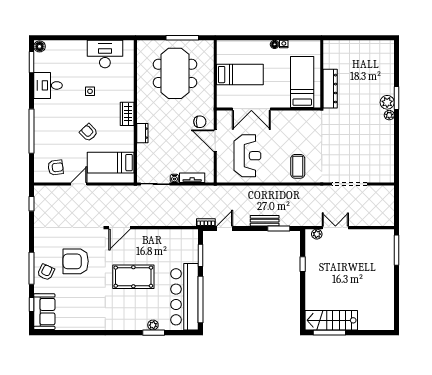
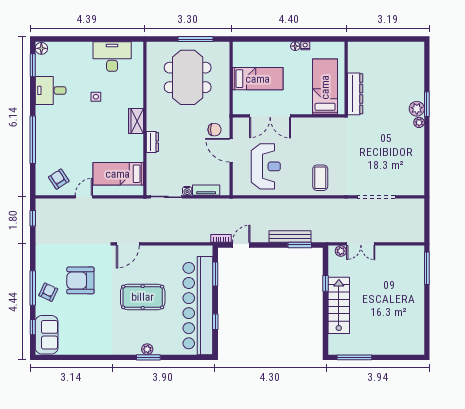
armchair: (89, 132) -> (94, 141), removed
armchair: (56, 168) -> (59, 179), turned -116
bench: (265, 221) -> (290, 237), width x1.36
double door: (335, 228) -> (361, 244), swing flipped
bar counter: (184, 297) -> (198, 306), width x1.36
window: (200, 300) -> (215, 322), width x0.32
stairs: (331, 320) -> (339, 305), moved, turned 90
plant: (153, 325) -> (147, 349), moved
window: (154, 333) -> (148, 357), moved

